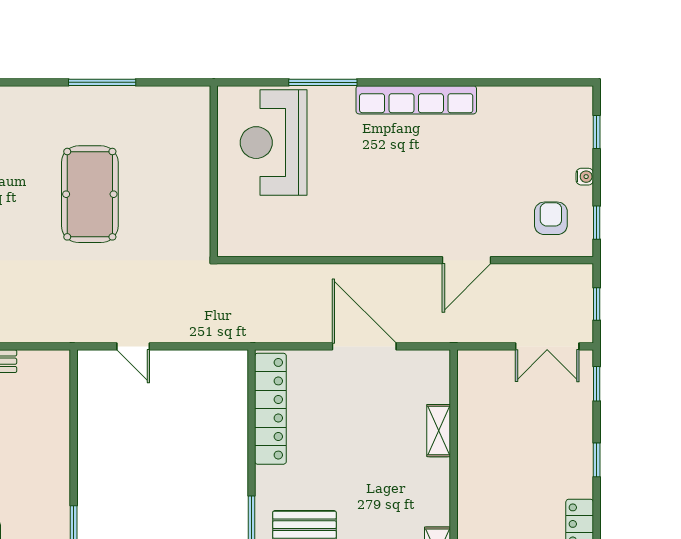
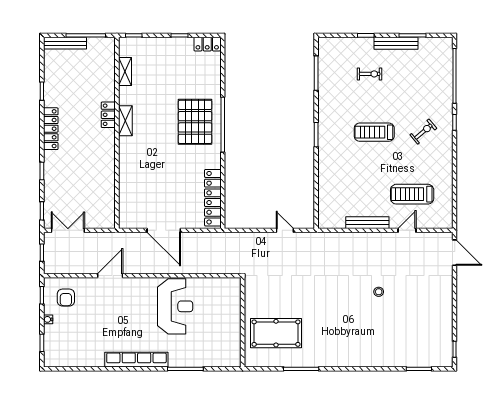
reception desk: (274, 143) -> (175, 306), moved
pool table: (90, 194) -> (276, 333), moved, turned 90
shelving: (439, 431) -> (125, 186), removed

